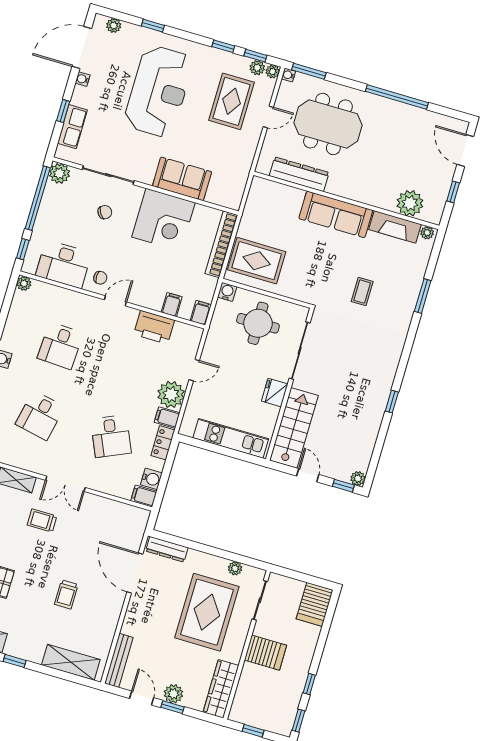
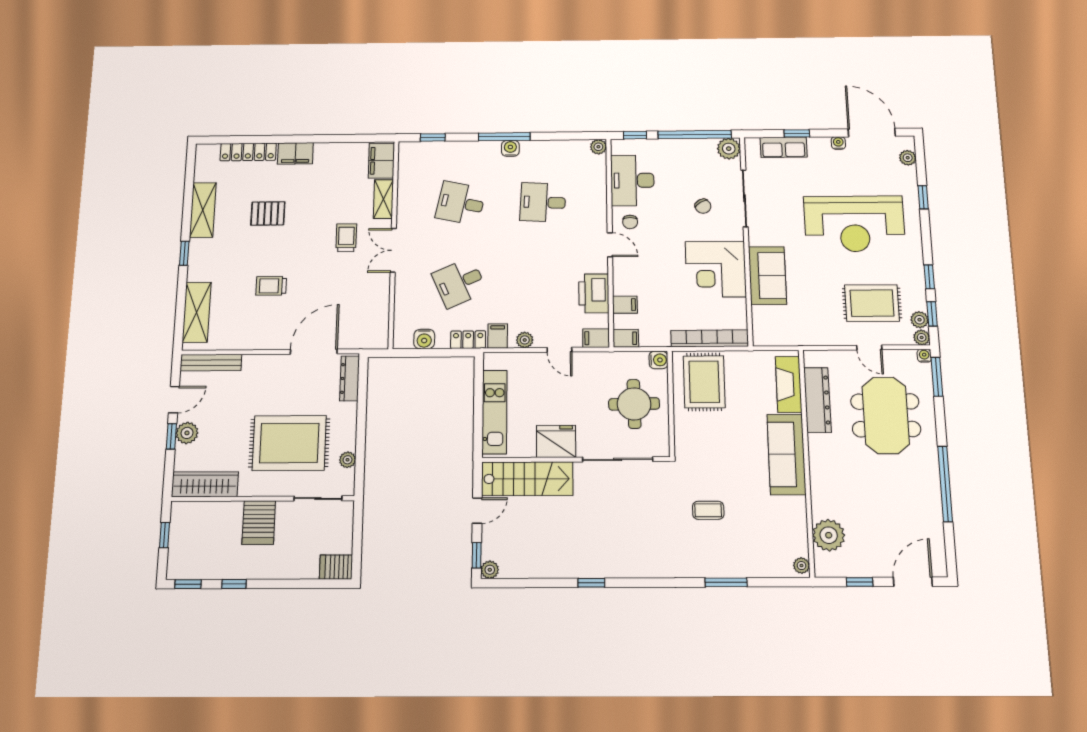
fireplace: (395, 227) -> (789, 384), moved
fridge: (275, 393) -> (556, 441), width x1.36, depth x1.34
plant: (171, 394) -> (525, 340), width x0.53, depth x0.53
filing cabinet: (144, 496) -> (596, 338), moved, turned -90
server rack: (315, 604) -> (336, 567), width x0.73, depth x0.70

